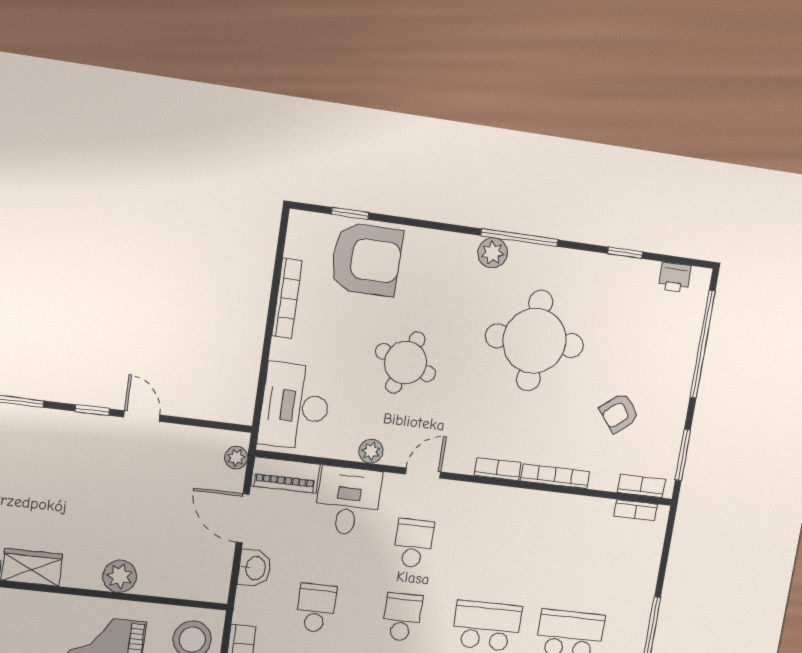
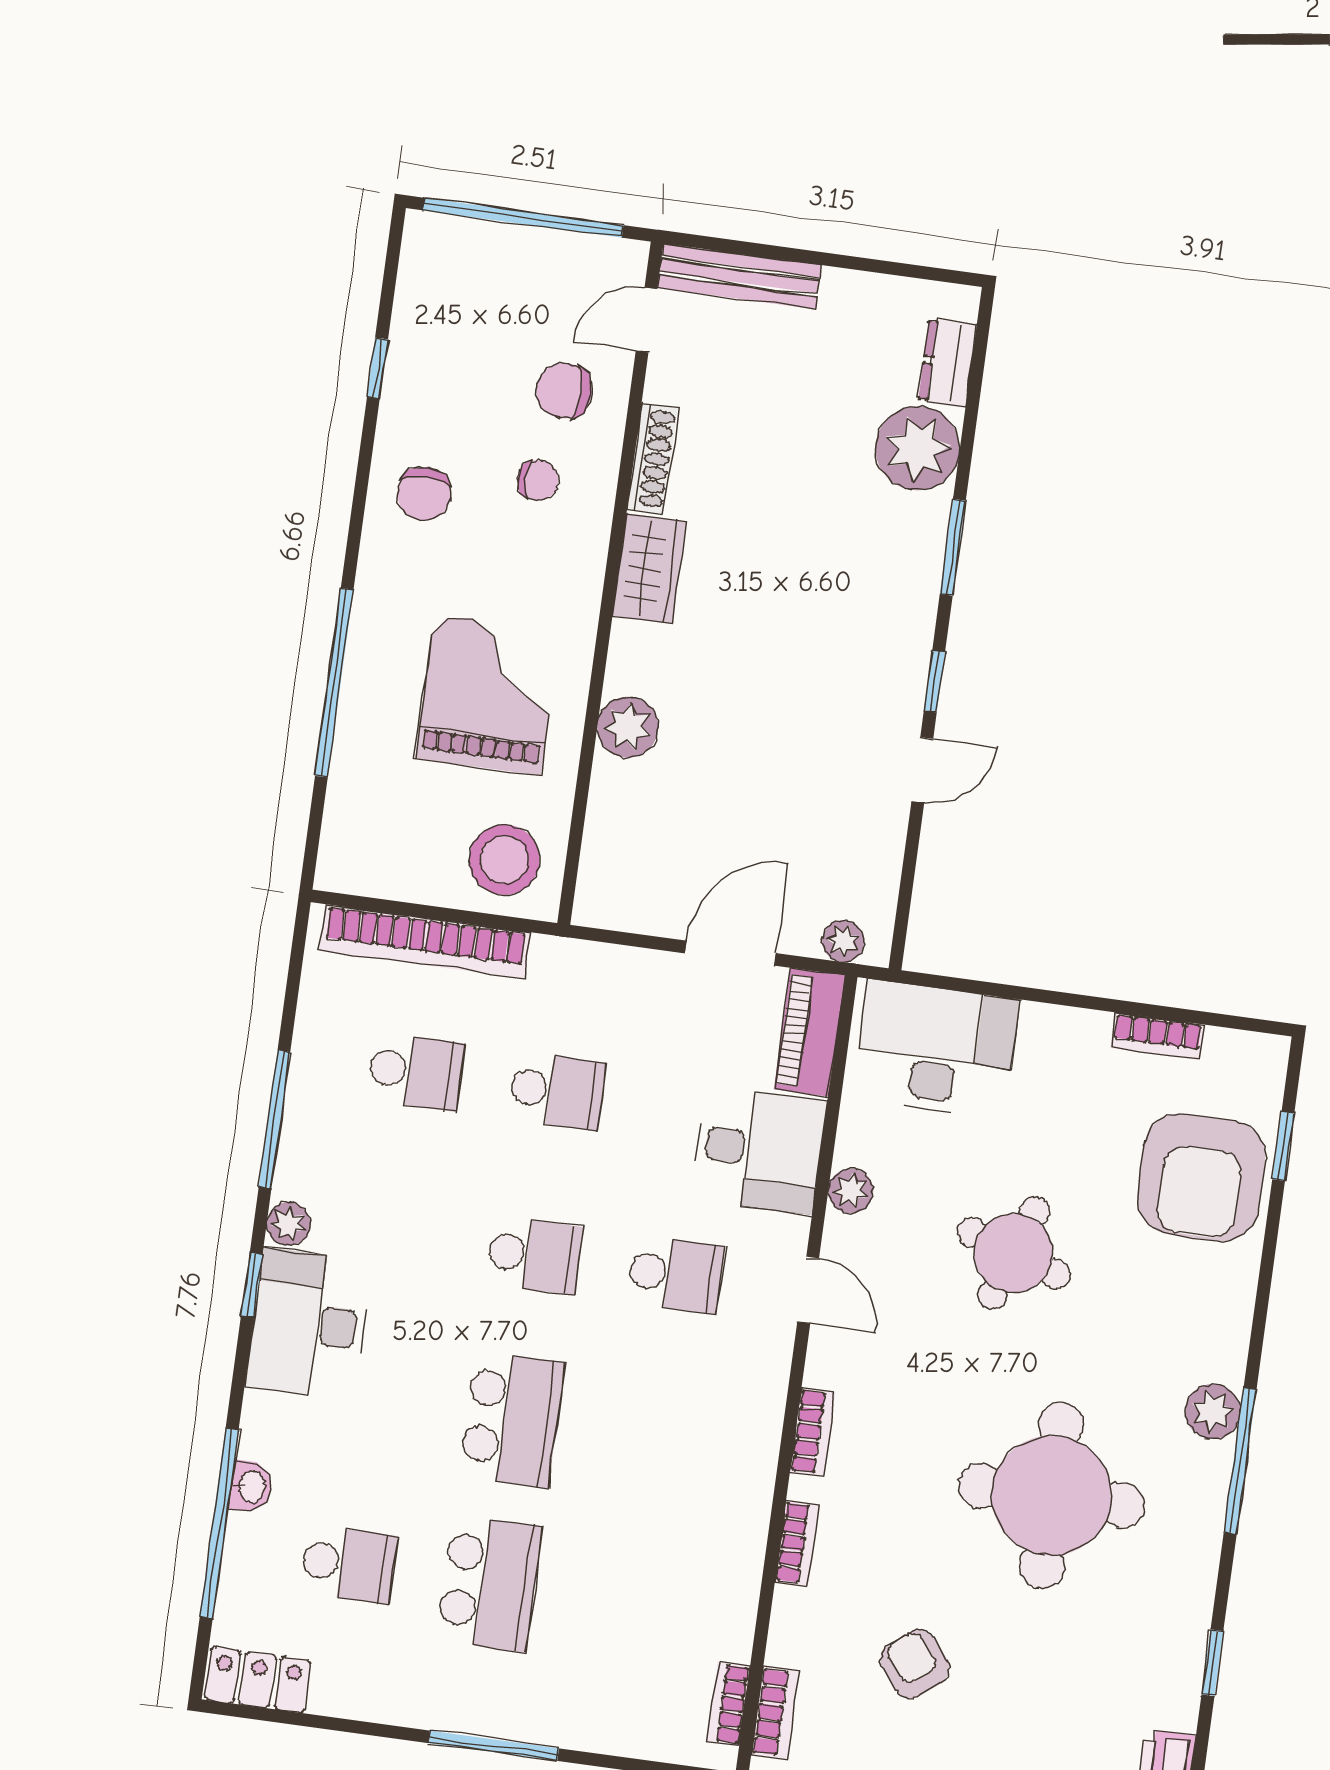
bookcase: (287, 298) -> (1157, 1036), width x0.64
bookcase: (555, 476) -> (797, 1543), width x0.64
washbasin: (255, 568) -> (636, 976), removed

